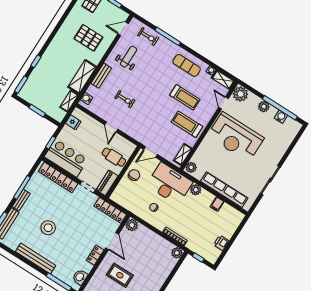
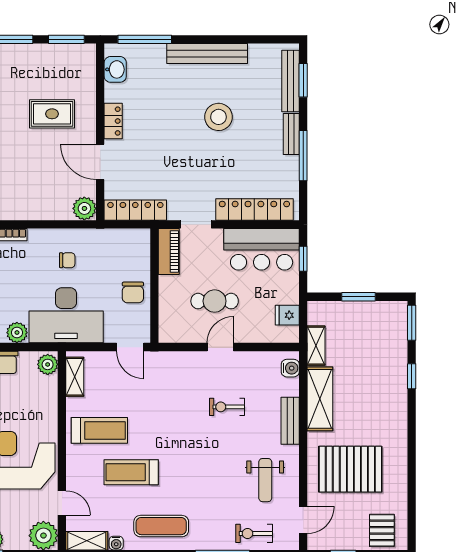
pallet: (88, 38) -> (350, 469), width x1.37, depth x1.41
door: (111, 127) -> (220, 347), hinge flipped
door: (150, 152) -> (130, 347), swing flipped
cafe table: (114, 157) -> (215, 301), moved

